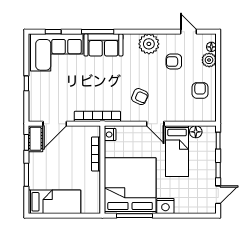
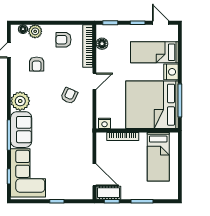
plant: (149, 44) -> (20, 101), moved
bookcase: (97, 116) -> (88, 46), moved
bed: (177, 151) -> (154, 52), moved, turned 180
bed: (55, 202) -> (158, 157), moved, turned 180

